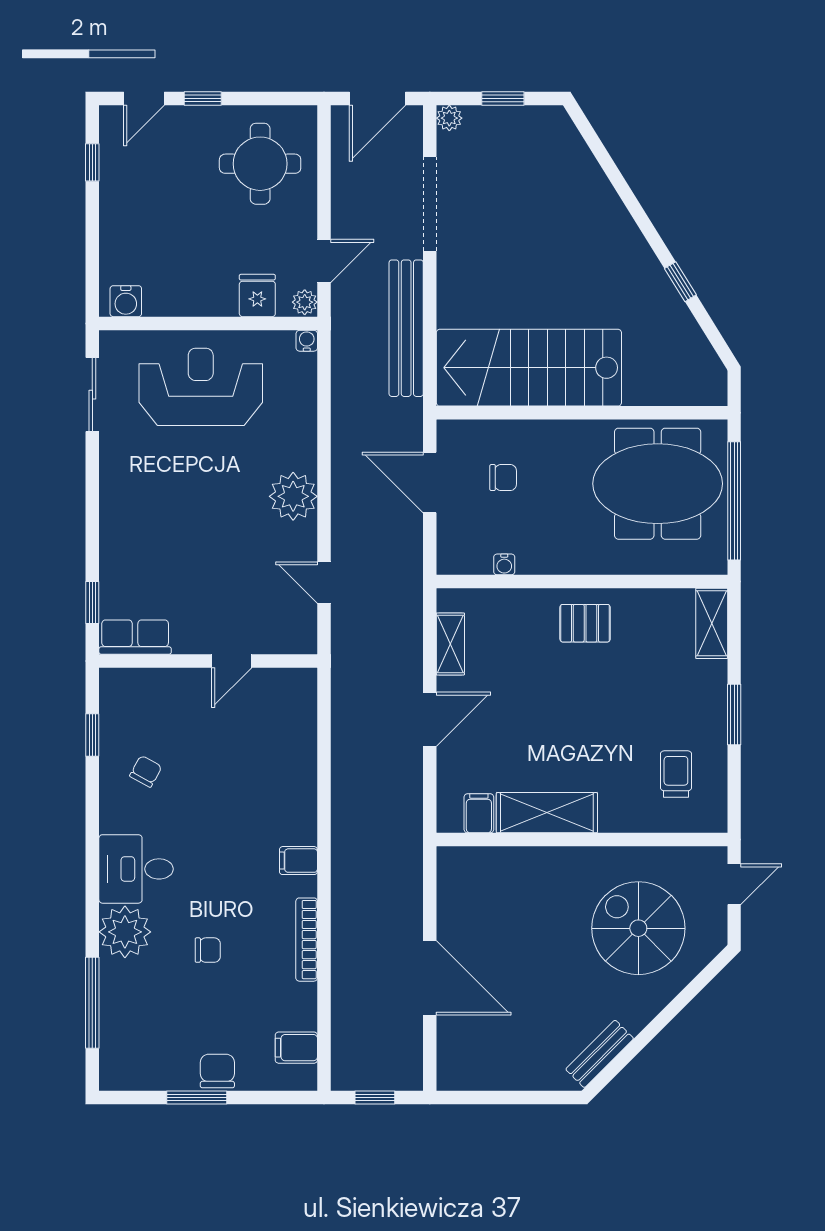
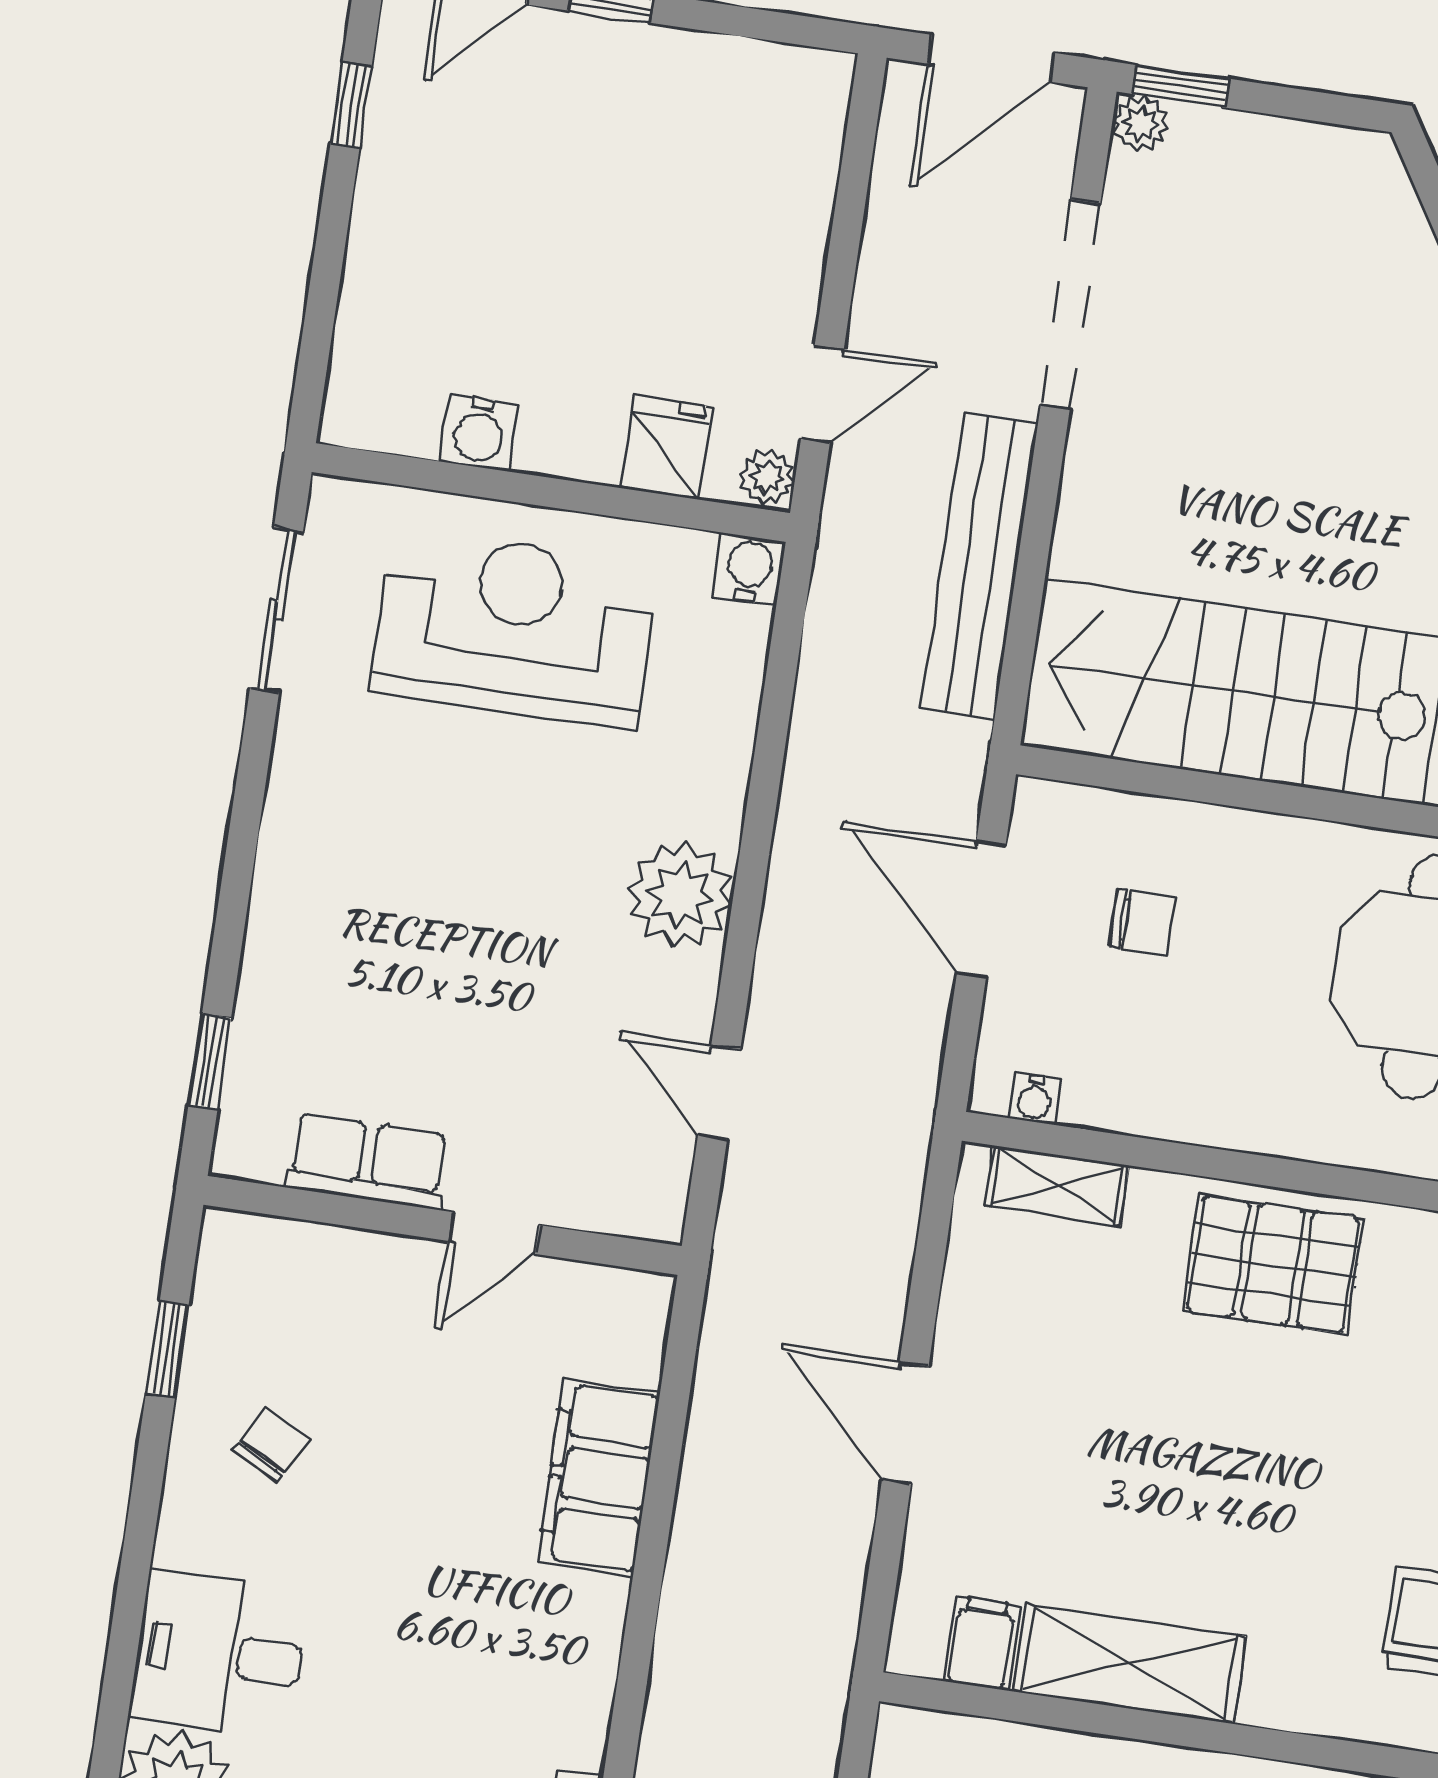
window: (503, 99) -> (1180, 86), moved
round table: (260, 164) -> (715, 162), removed
water cooler: (126, 301) -> (479, 432), moved
water cooler: (307, 341) -> (749, 569), width x1.38, depth x1.38
water cooler: (504, 564) -> (1035, 1099), moved
pallet: (585, 623) -> (1273, 1264), width x1.50, depth x1.42
row of seats: (135, 637) -> (367, 1161), moved
shelving: (450, 644) -> (1057, 1186), moved, turned 90
door: (430, 719) -> (905, 1423), swing flipped
filing cabinet: (298, 861) -> (599, 1477), moved, width x3.00, depth x1.17

